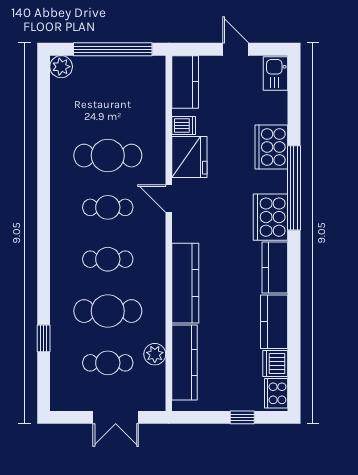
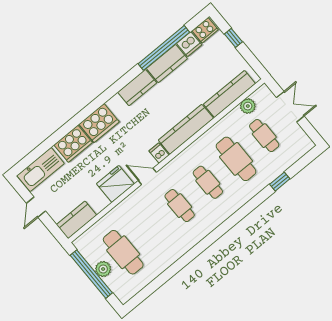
plant: (61, 67) -> (103, 269), moved
kitchen sink: (275, 74) -> (41, 170), width x1.88, depth x1.24
dishwasher: (184, 126) -> (159, 153), moved
cafe table: (108, 156) -> (123, 252), moved
window: (294, 188) -> (164, 48), moved
door: (169, 199) -> (147, 176), swing flipped
cooker: (271, 217) -> (99, 123), moved
plant: (155, 354) -> (248, 106), moved

